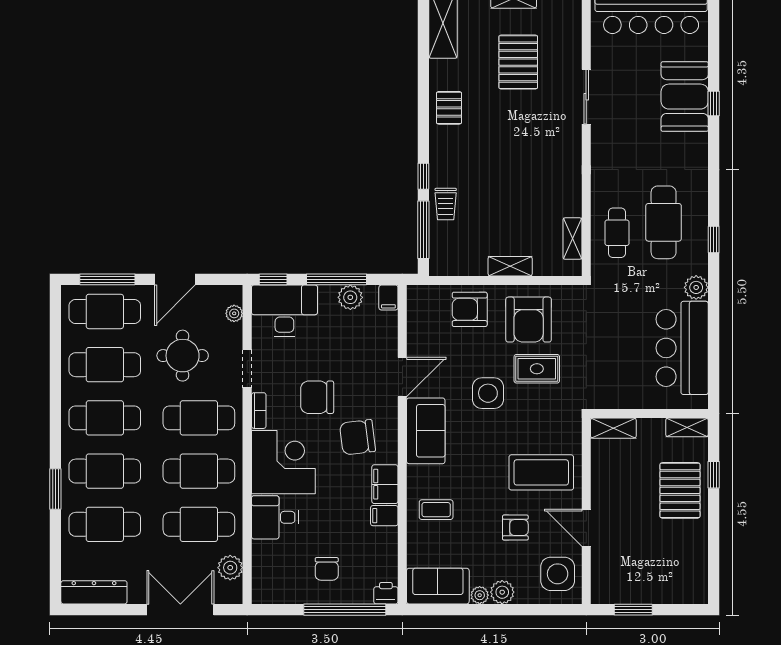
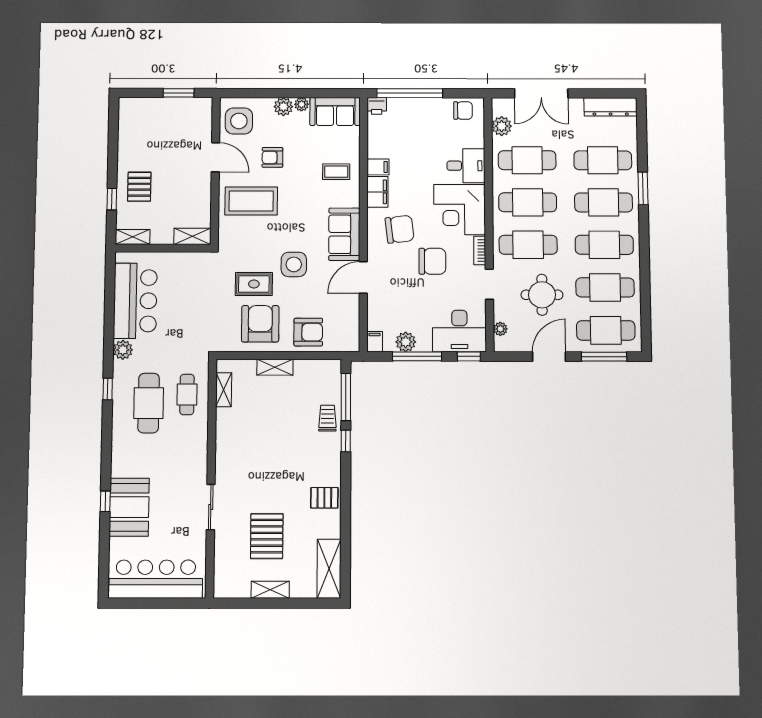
pallet: (449, 108) -> (324, 498), turned 90
pallet: (680, 490) -> (139, 187), width x0.67, depth x0.71
chair: (327, 569) -> (463, 111), moved, turned 90

